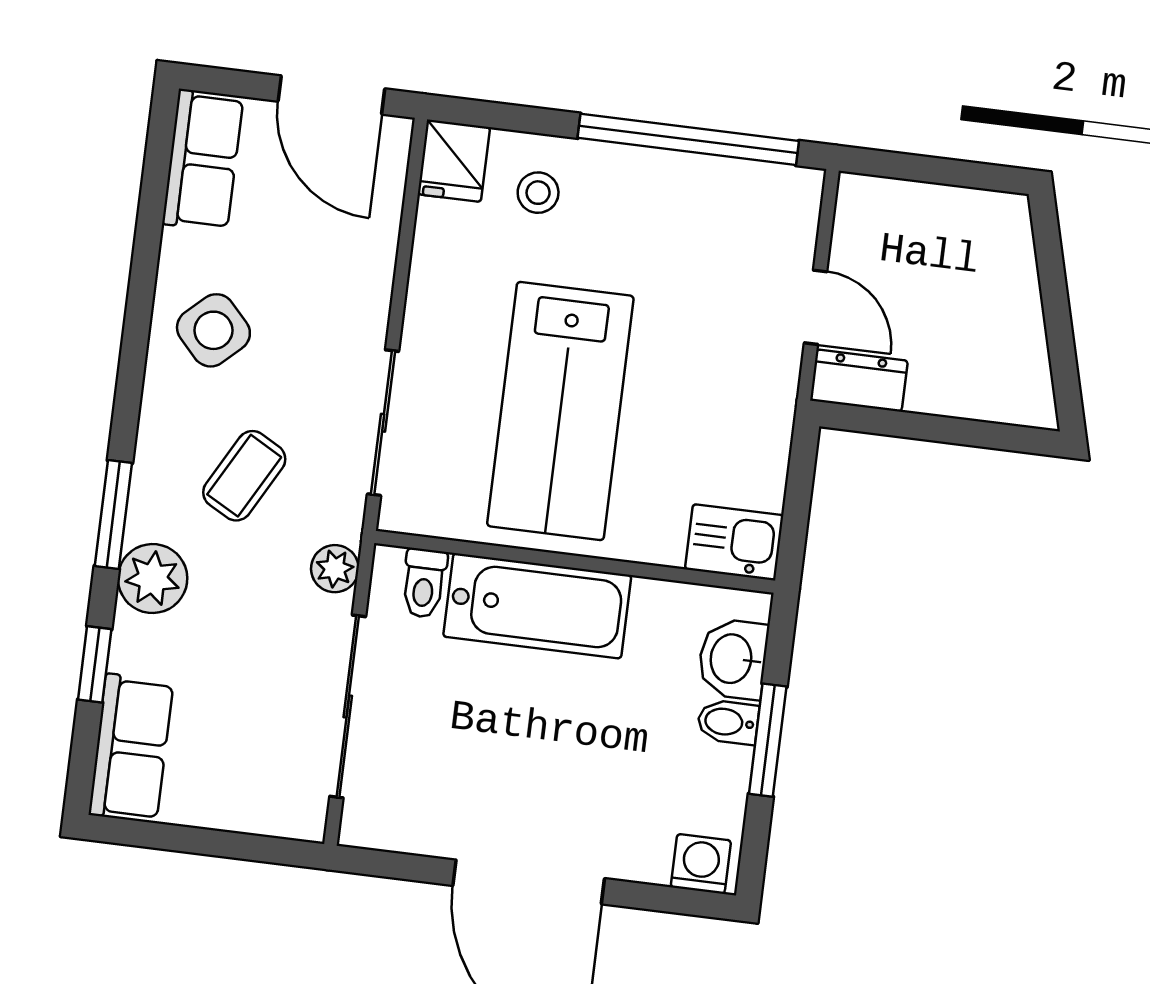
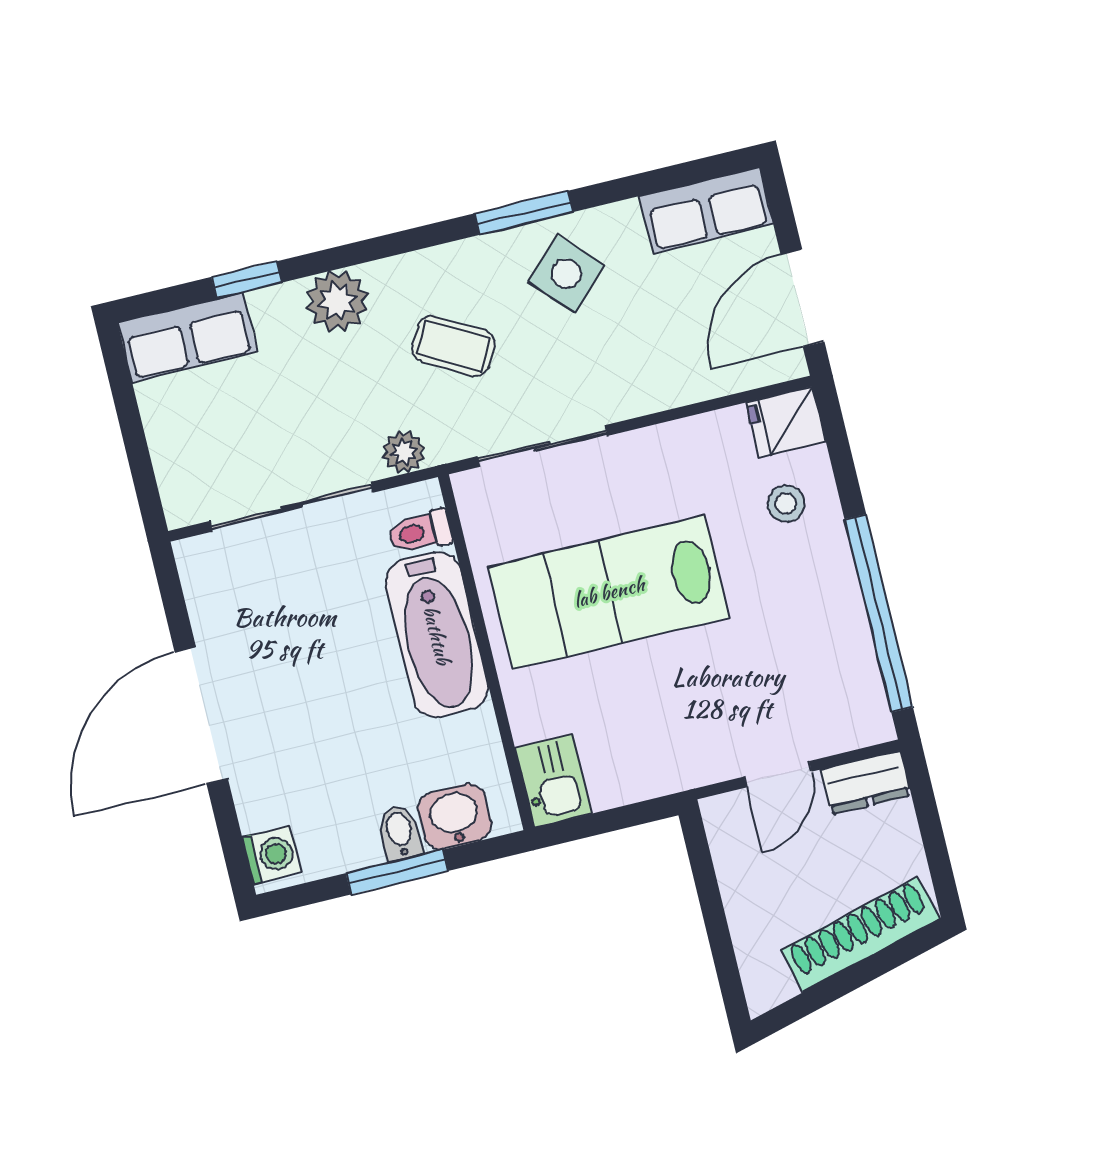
shoe rack: (1014, 285) -> (860, 934), added
dresser: (859, 381) -> (866, 783), moved, turned 90
window: (113, 515) -> (524, 213), moved

